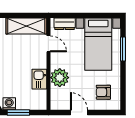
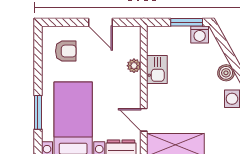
plant: (60, 78) -> (134, 66), width x0.53, depth x0.53

